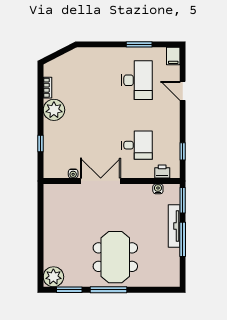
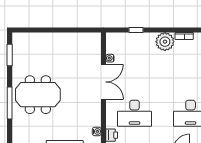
desk: (137, 145) -> (135, 113), width x1.37
plant: (53, 277) -> (21, 41), removed
window: (108, 290) -> (10, 103), moved

